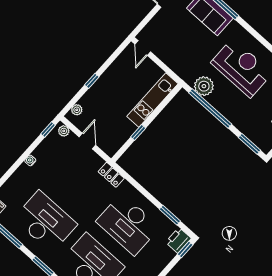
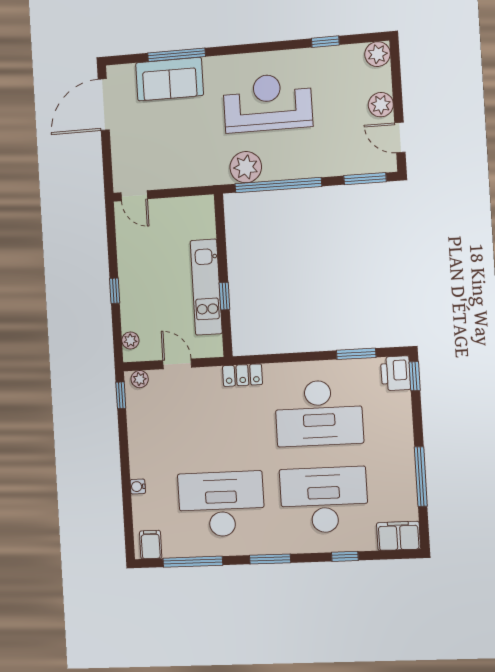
kitchen unit: (152, 100) -> (206, 287), moved
water cooler: (30, 160) -> (138, 487), moved

